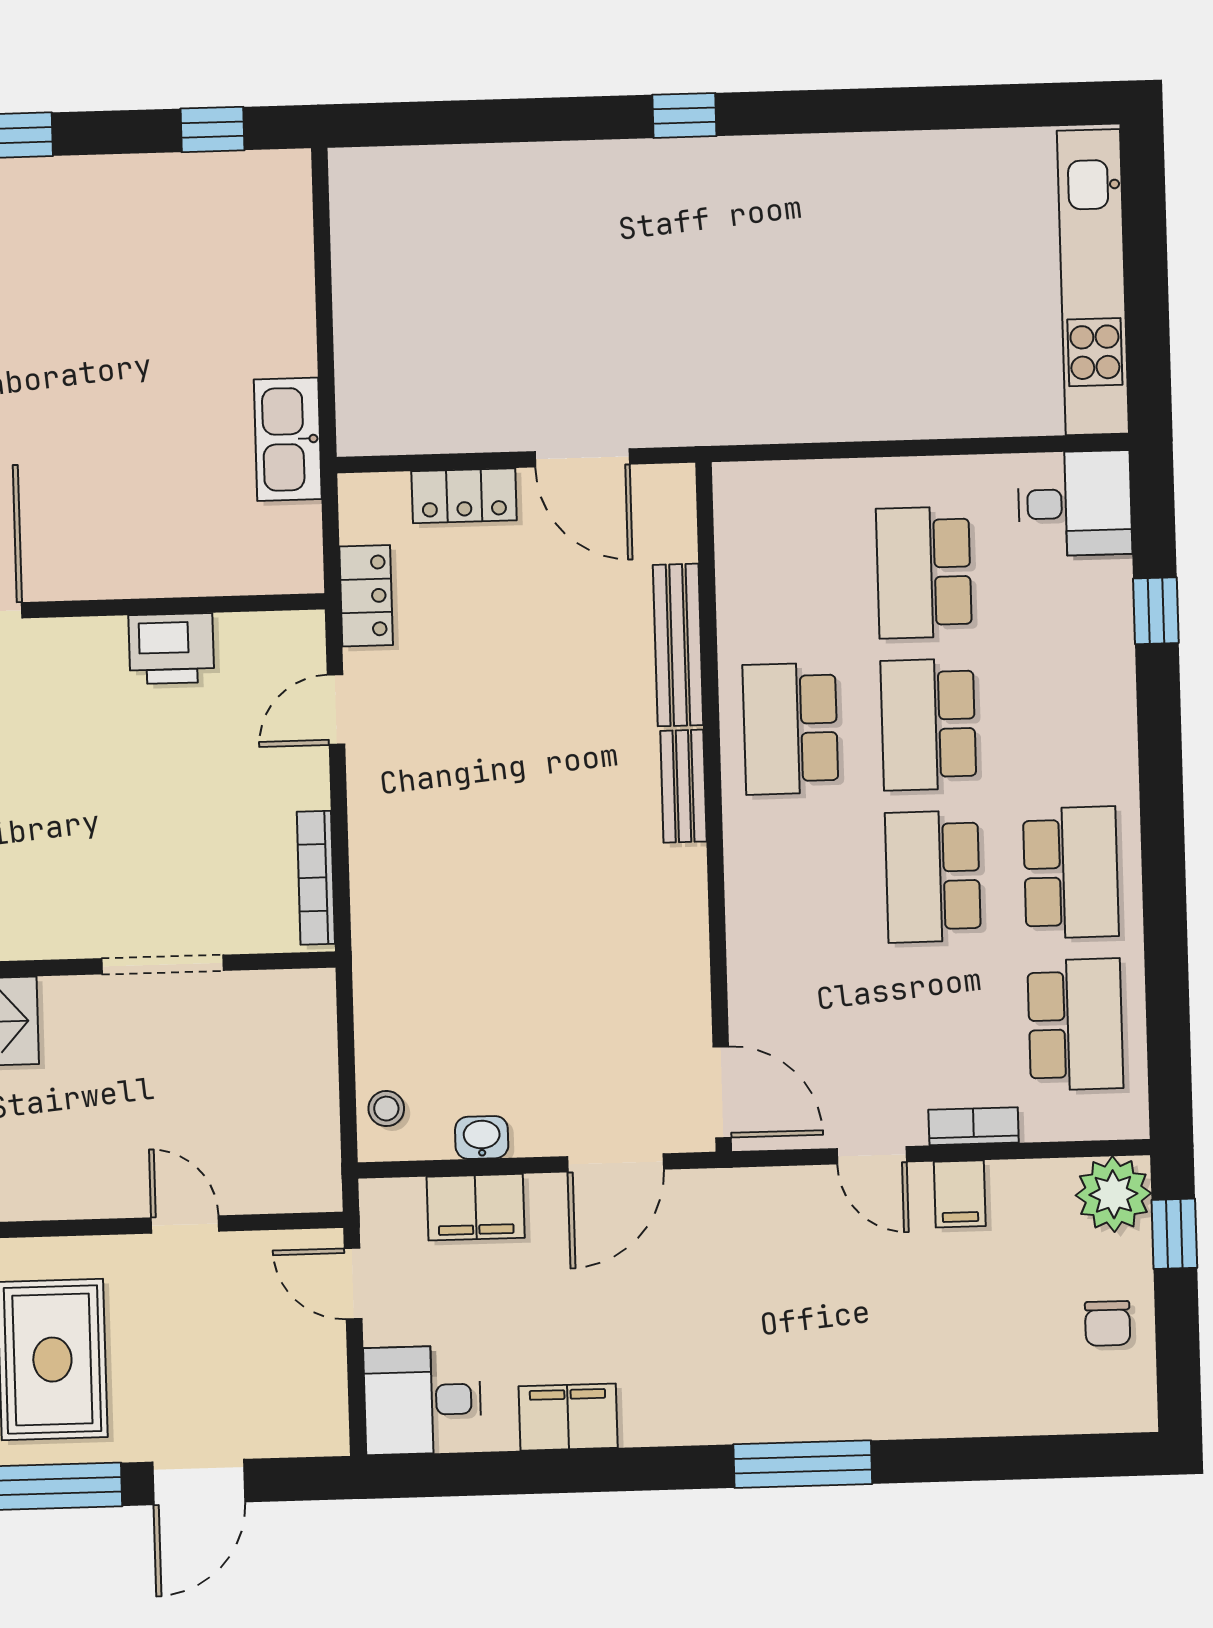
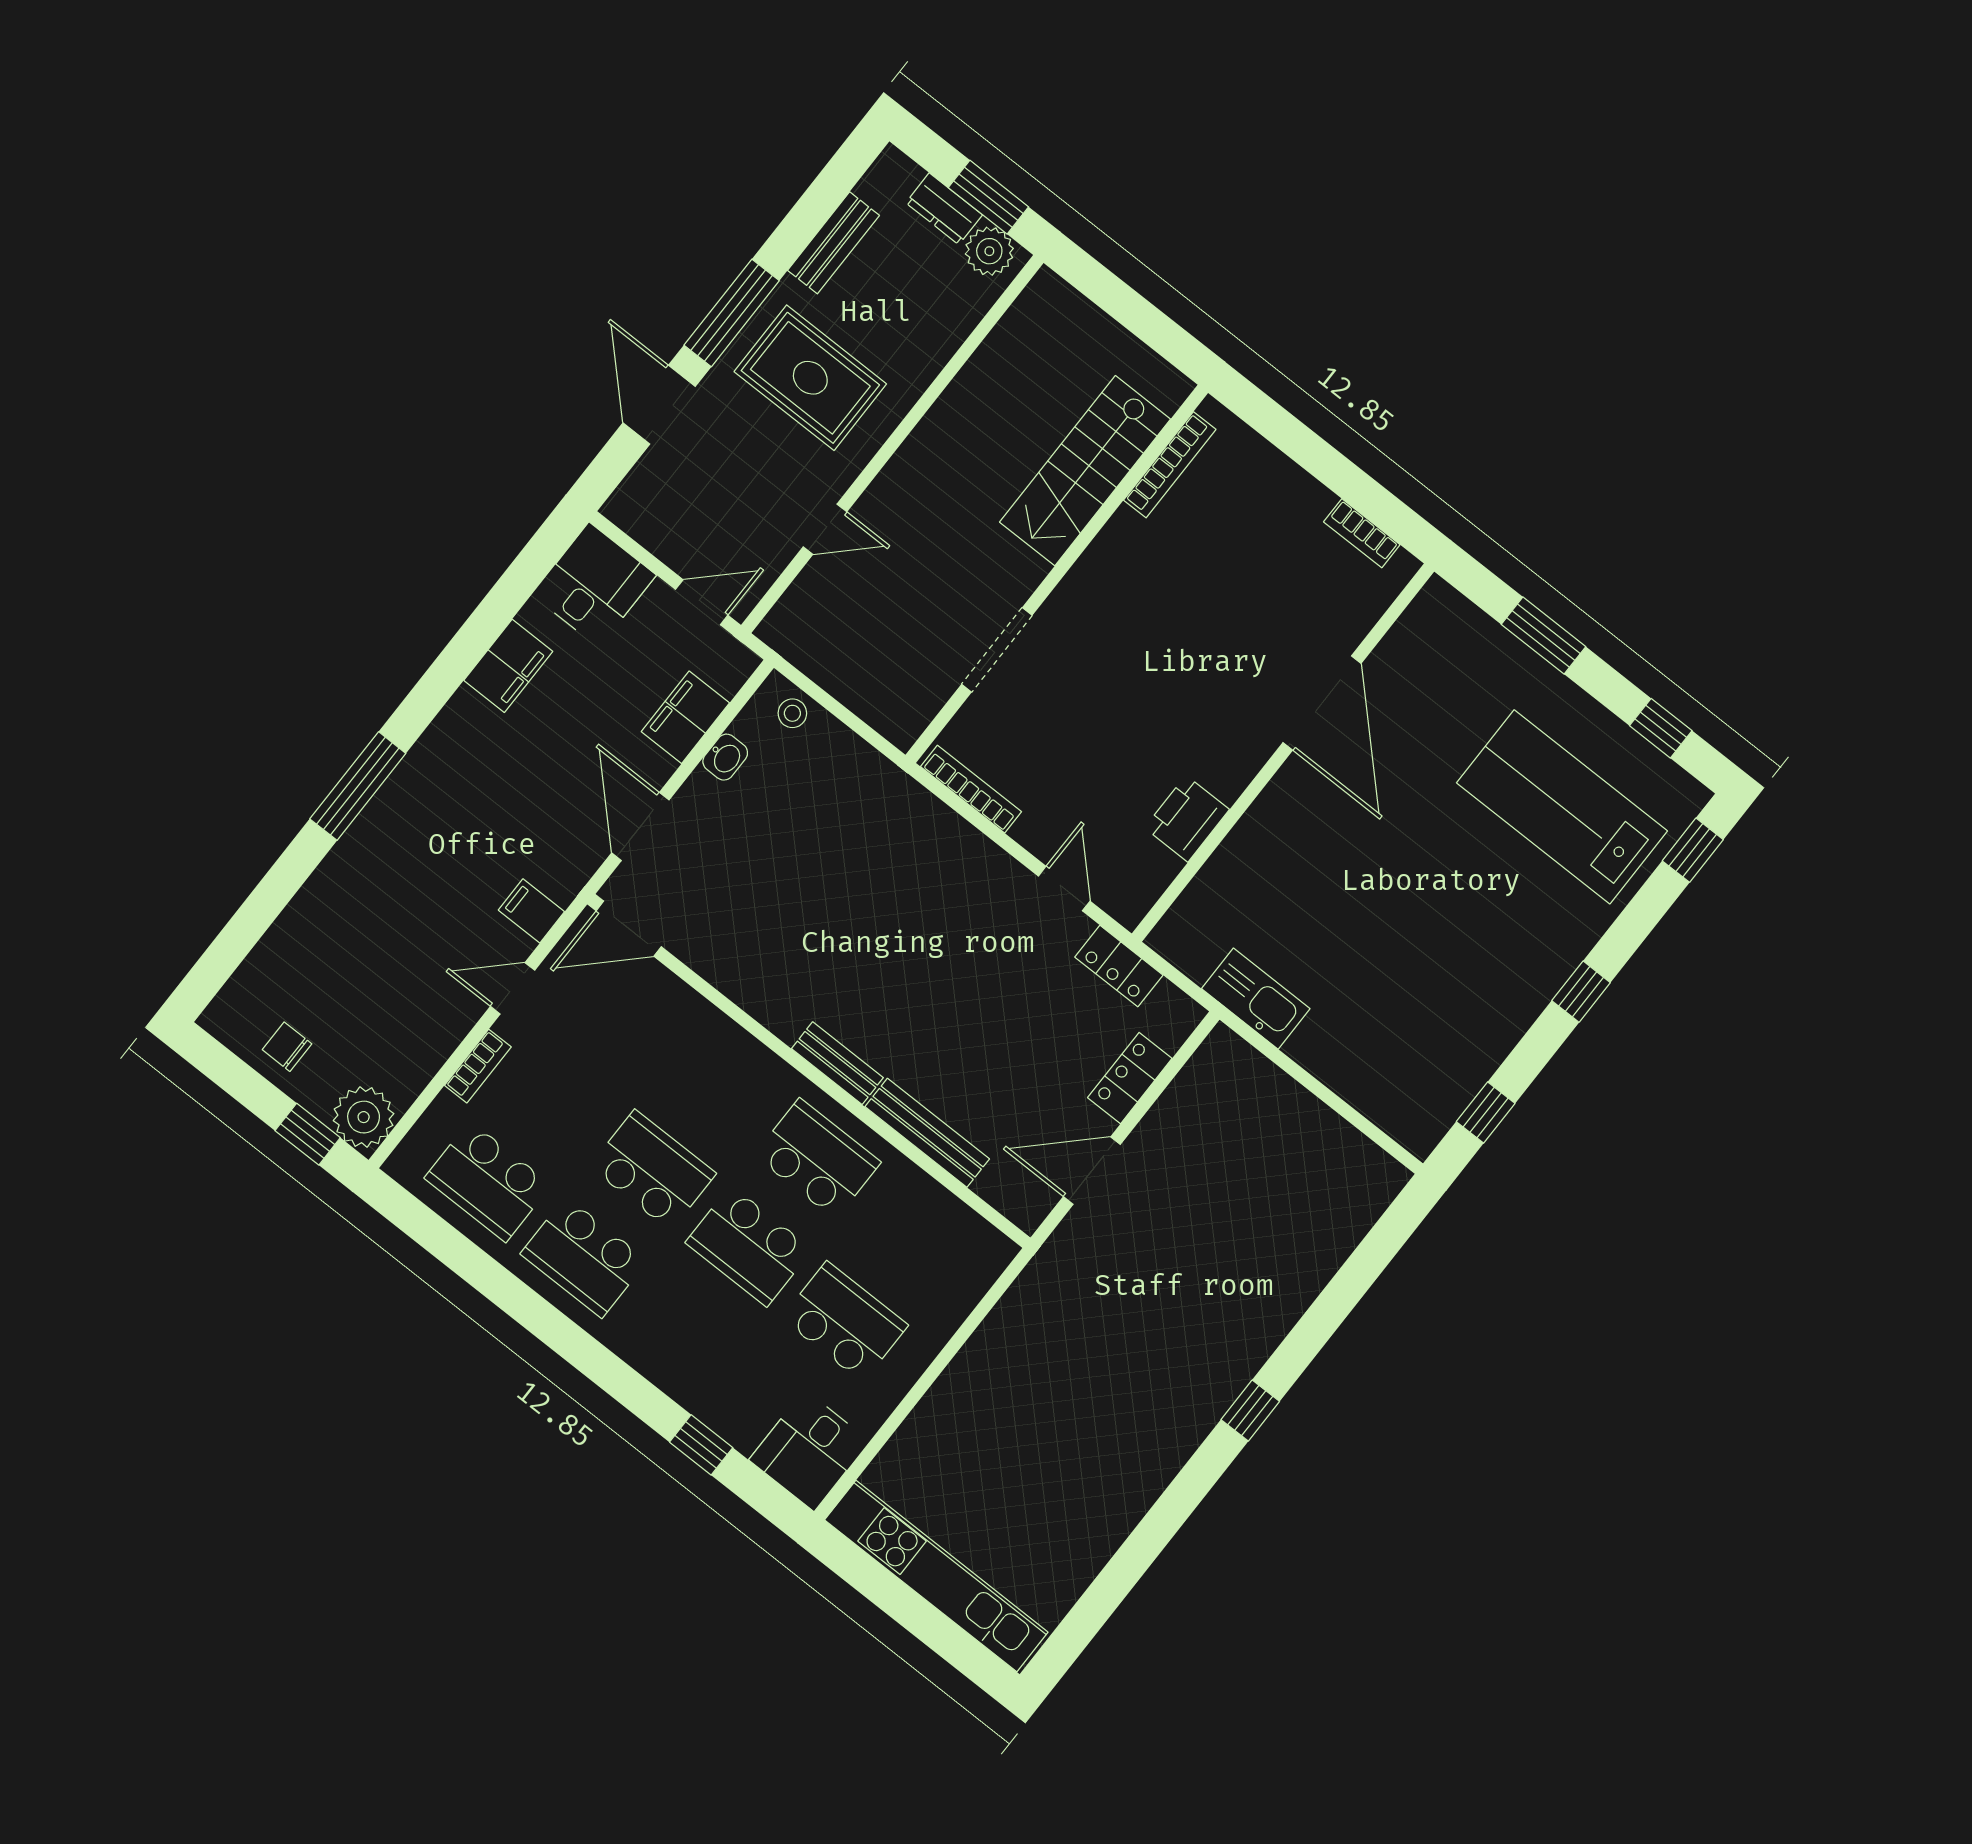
school desk: (928, 724) -> (749, 1246), turned 180
filing cabinet: (960, 1194) -> (531, 911), moved

